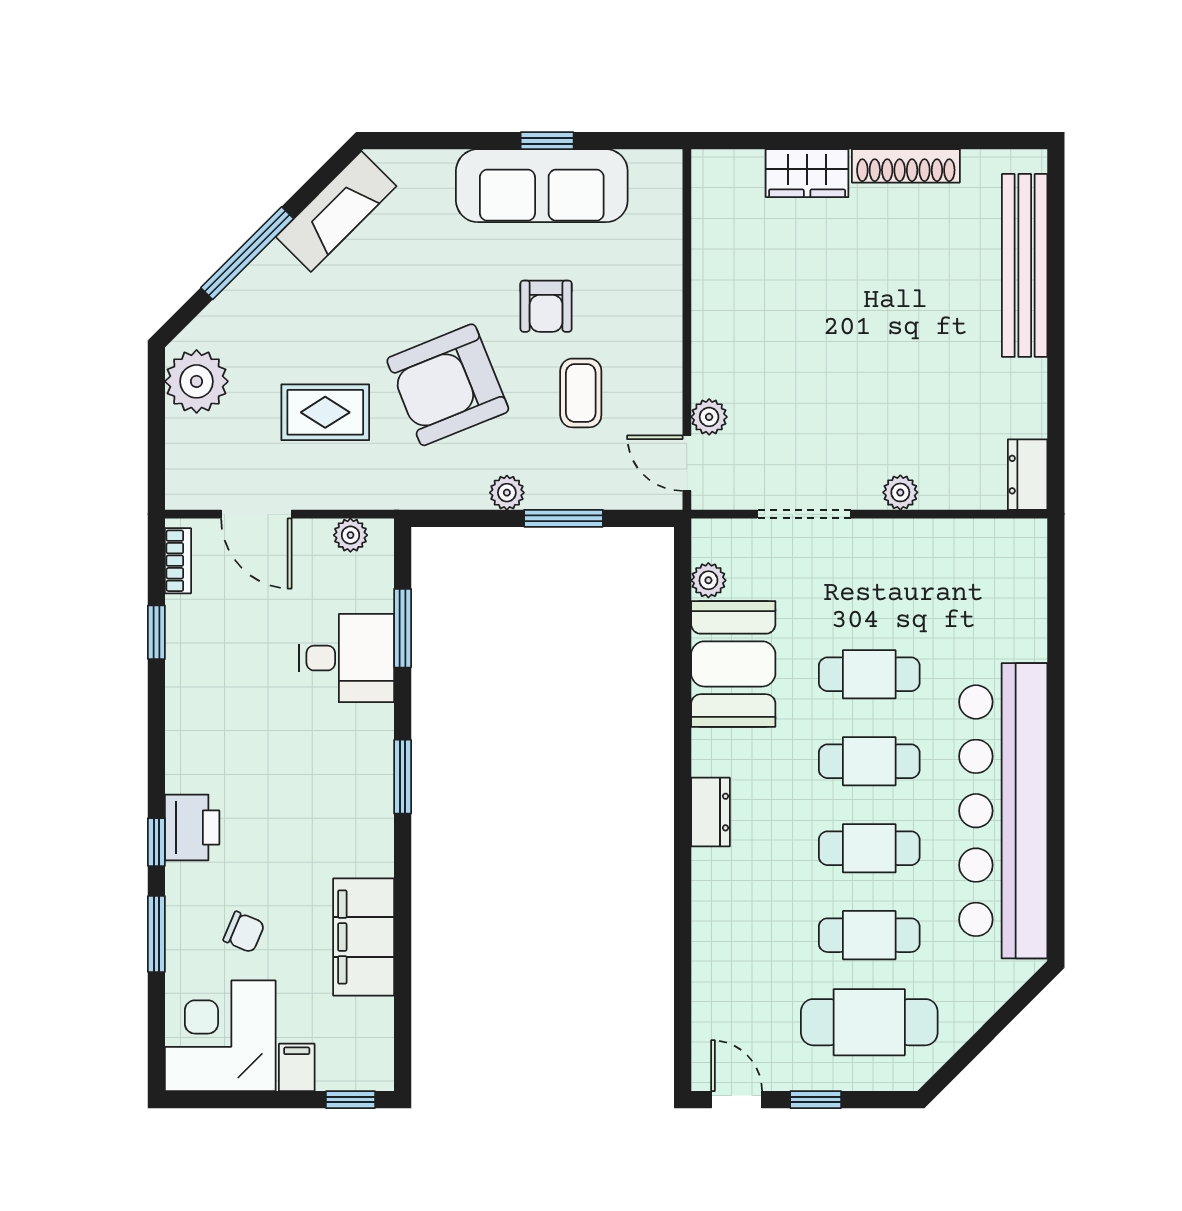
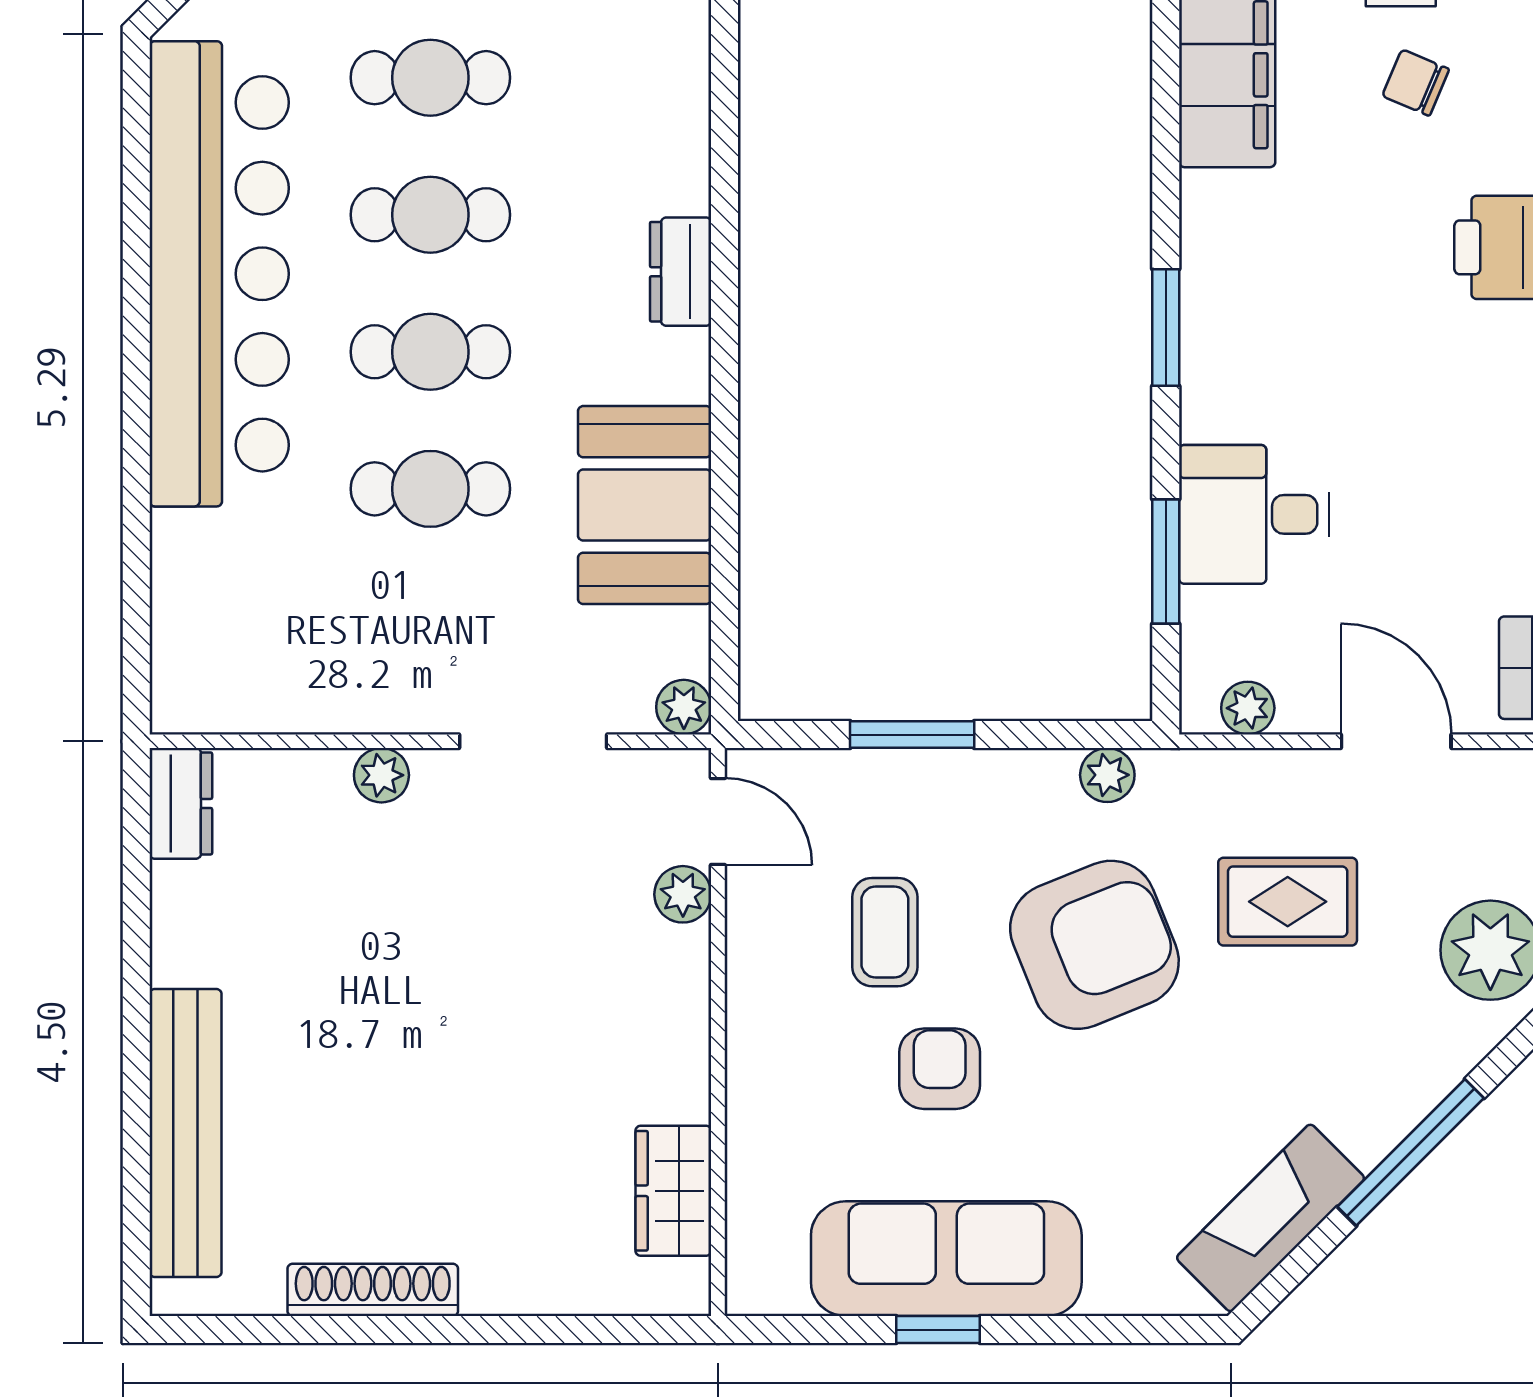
wardrobe: (807, 173) -> (673, 1191), moved, turned -90
plant: (507, 493) -> (1107, 775), moved
plant: (708, 580) -> (684, 707), moved

